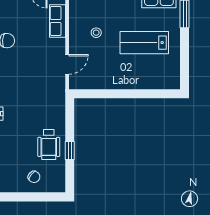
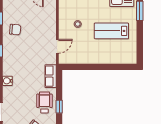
row of seats: (58, 21) -> (51, 76), moved
wheelchair: (49, 144) -> (44, 102), turned 180

